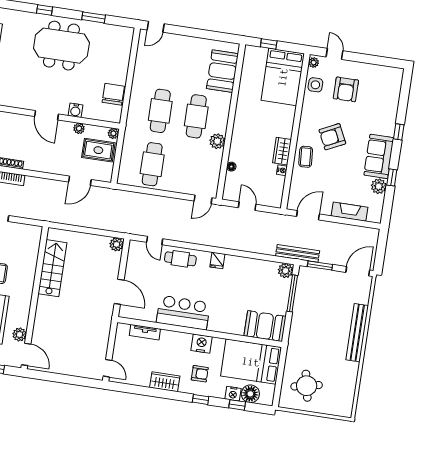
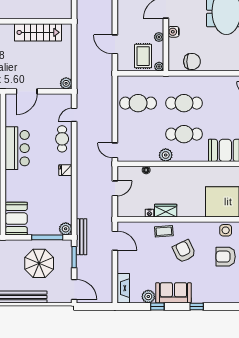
fireplace: (350, 212) -> (123, 288), moved
parasol: (321, 307) -> (39, 263), added

